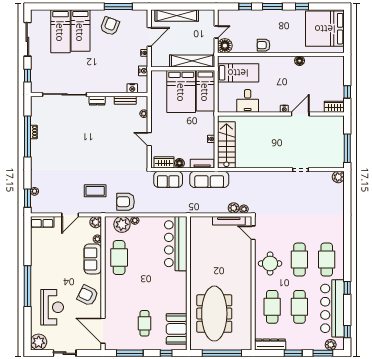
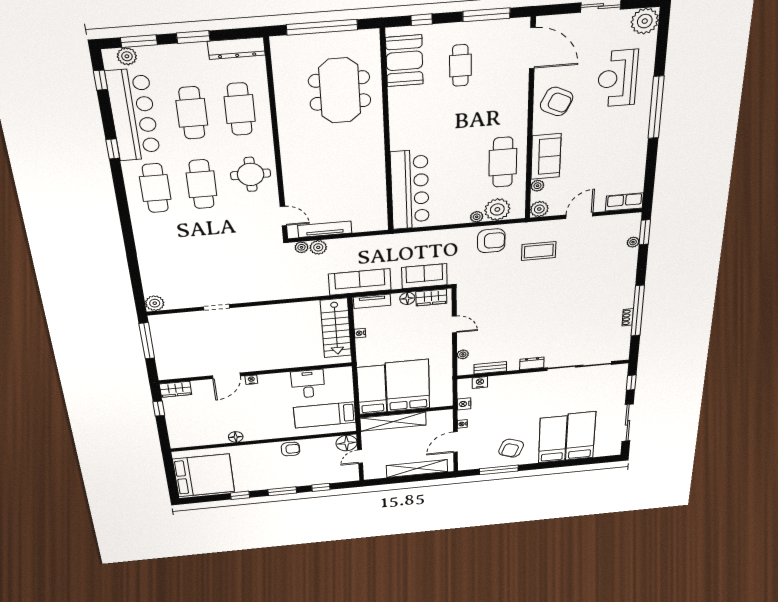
meeting table: (214, 314) -> (340, 91), width x0.73

